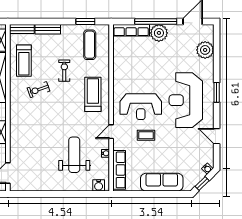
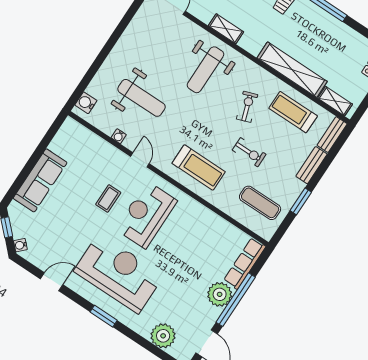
window: (85, 22) -> (301, 201), moved
weight bench: (33, 128) -> (205, 70), added
row of seats: (119, 170) -> (88, 139), removed

